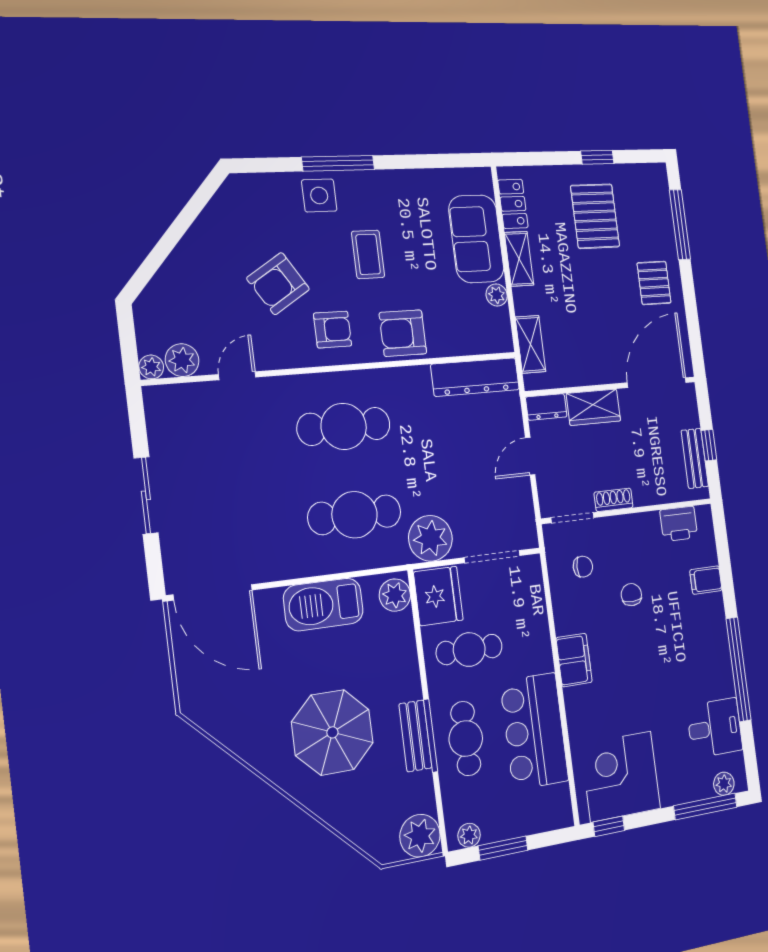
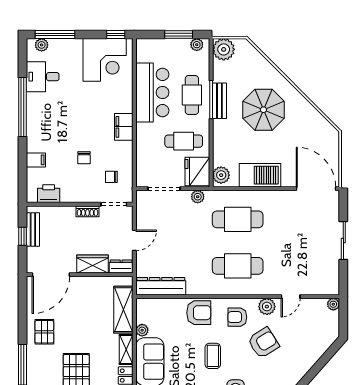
shelving: (530, 344) -> (123, 310), width x1.50, depth x1.33
plant: (182, 360) -> (267, 307), moved
plant: (430, 538) -> (198, 197), width x0.53, depth x0.53

